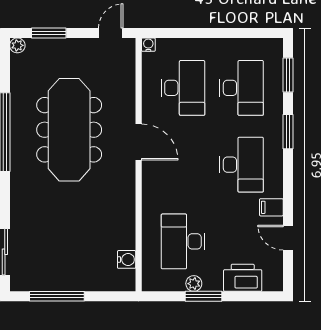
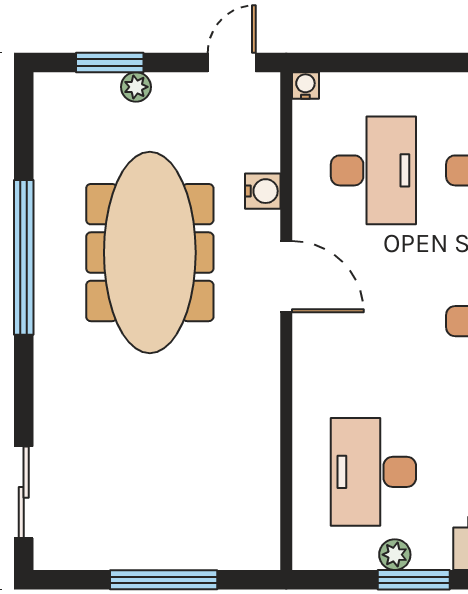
plant: (17, 45) -> (136, 87), moved
water cooler: (127, 259) -> (263, 191), moved
window: (57, 296) -> (164, 580), moved

